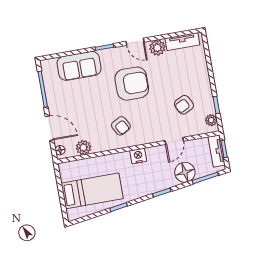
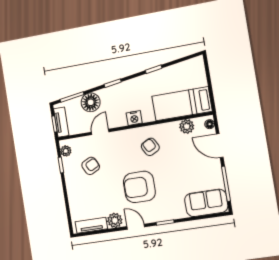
sofa: (79, 66) -> (206, 203), moved
bed: (92, 191) -> (182, 104), moved

